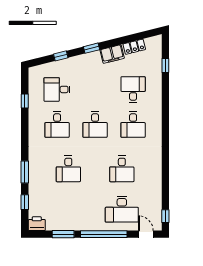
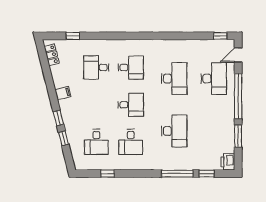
locker: (134, 47) -> (52, 55), moved
window: (91, 48) -> (58, 118), moved
filing cabinet: (112, 54) -> (63, 93), width x0.50
desk: (57, 125) -> (131, 142), turned 90
desk: (68, 169) -> (174, 131), width x1.37
desk: (122, 169) -> (174, 79), width x1.37
window: (25, 172) -> (177, 174), width x1.44

